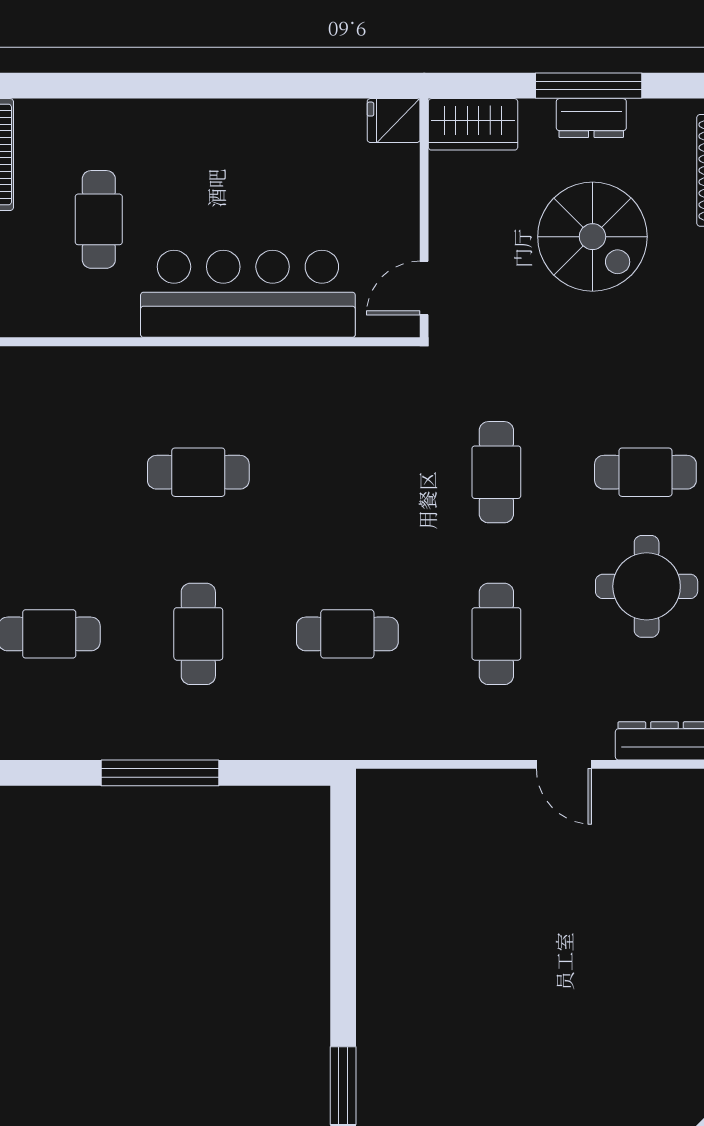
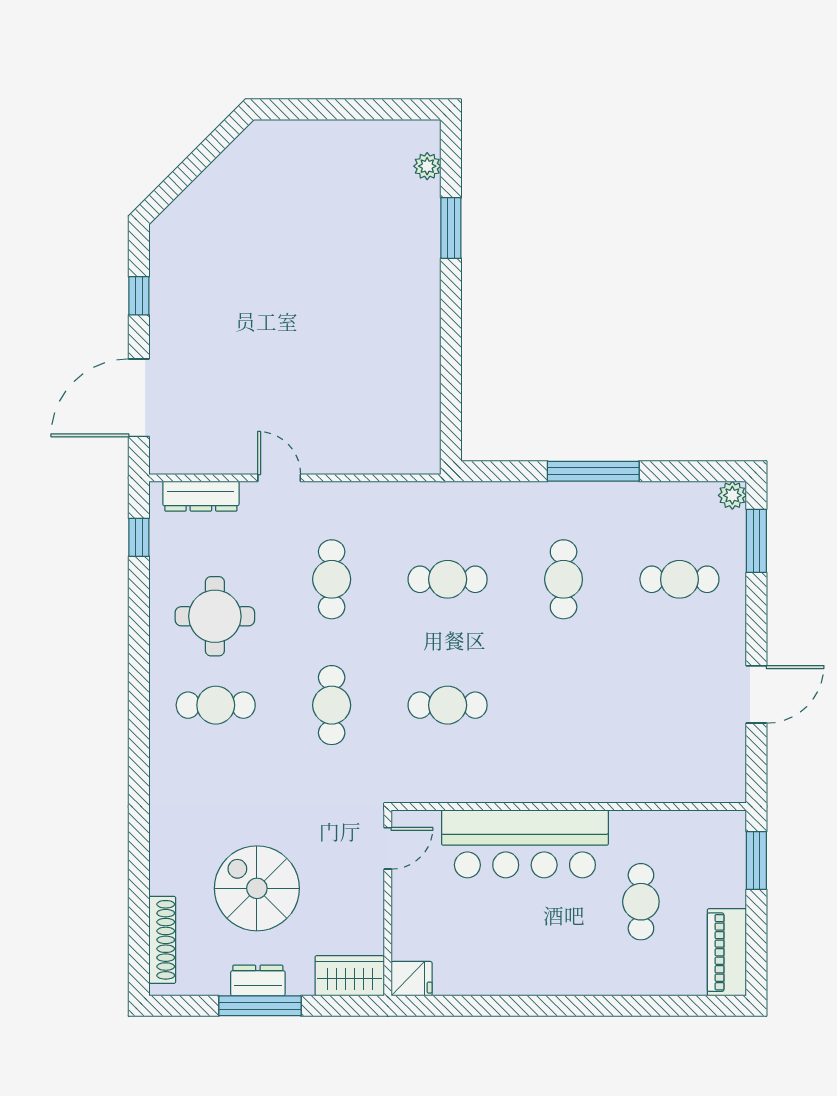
cafe table: (198, 472) -> (448, 705), moved

